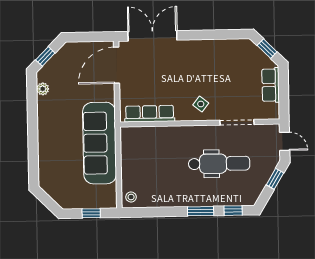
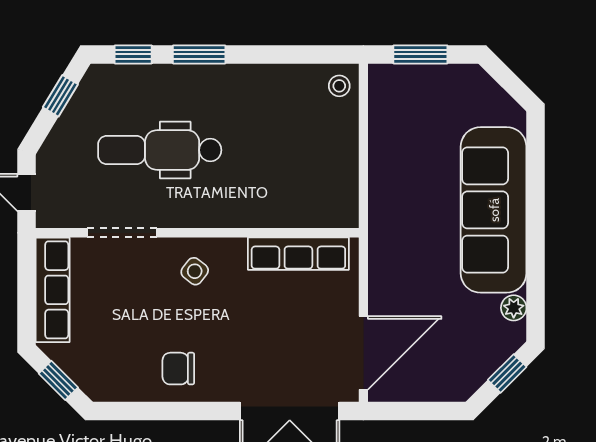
chair: (208, 56) -> (178, 369), added
row of seats: (271, 85) -> (53, 290), width x1.48
sofa: (100, 143) -> (494, 210), moved, turned 180
window: (275, 179) -> (60, 96), moved
window: (91, 213) -> (420, 54), width x1.50

